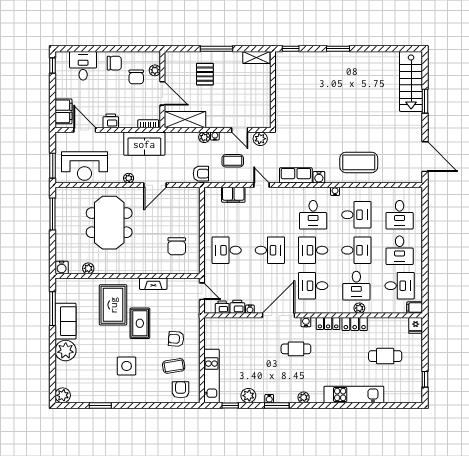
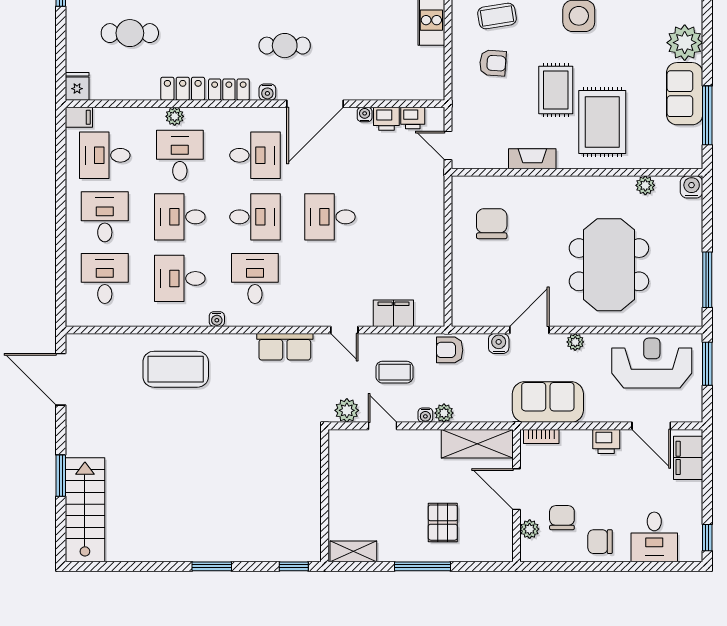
water cooler: (319, 177) -> (499, 343), moved
desk: (227, 250) -> (405, 217), removed

